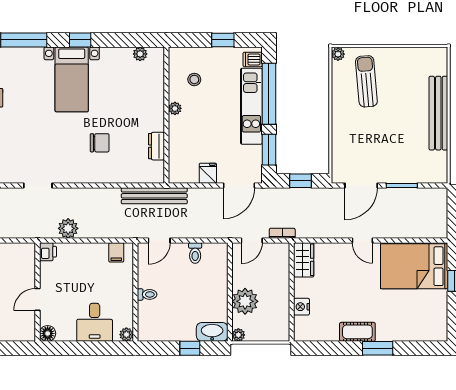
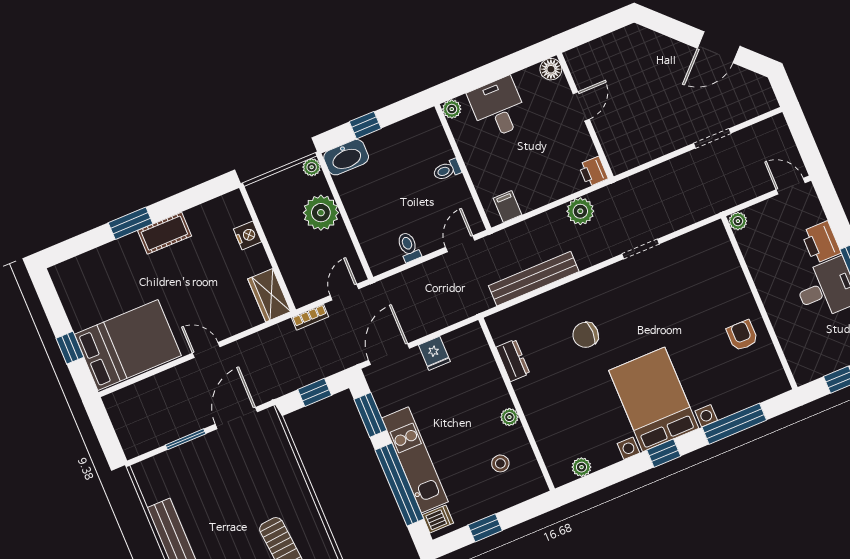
bed with nightstands: (72, 79) -> (654, 399), width x1.36
bench: (154, 196) -> (534, 279), moved

